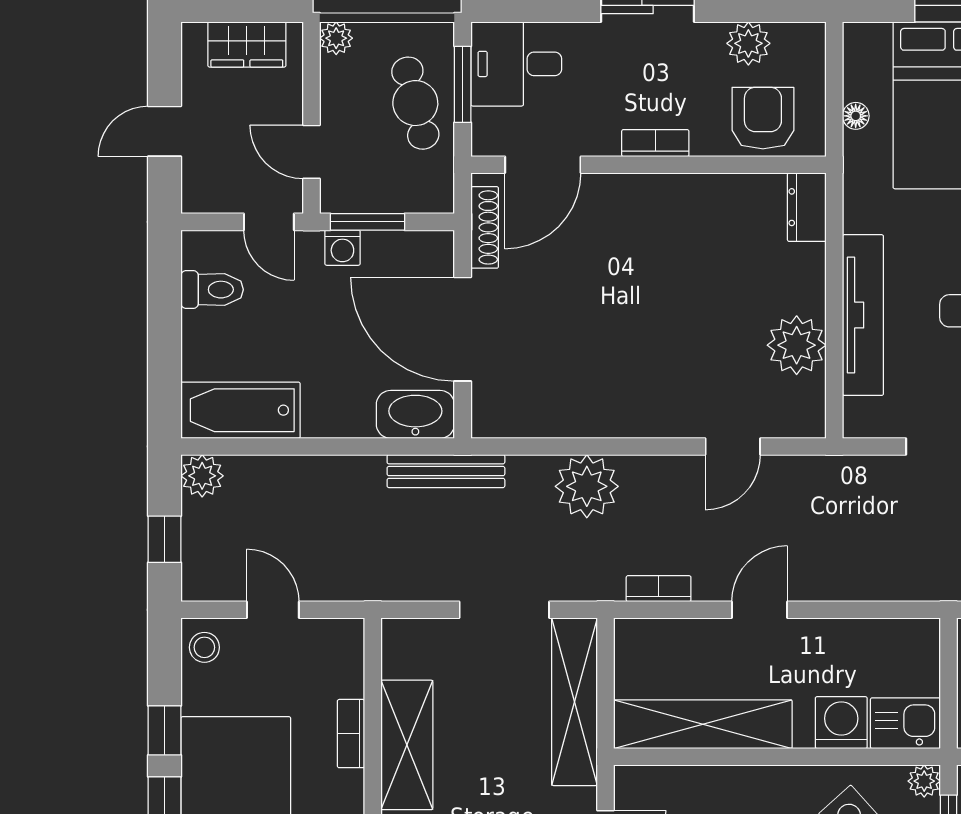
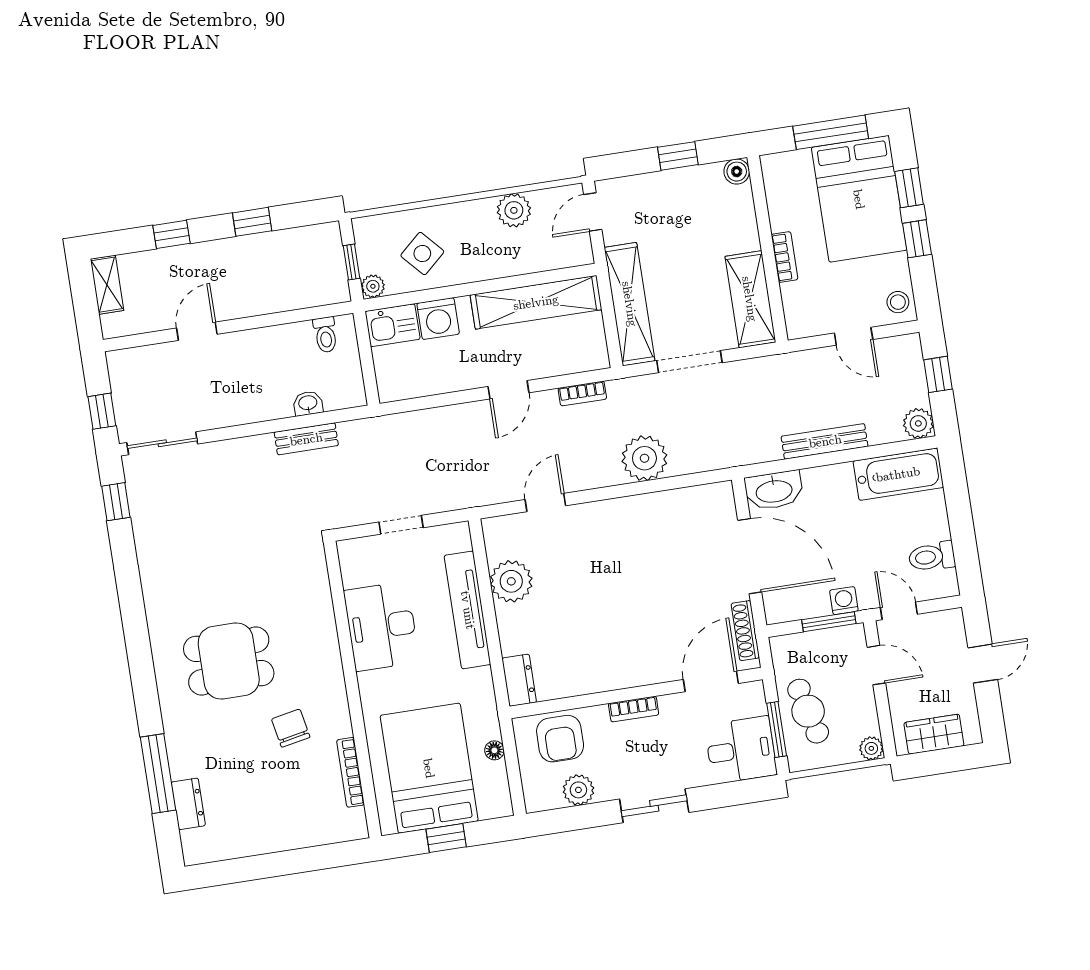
bench: (446, 471) -> (825, 441), moved
shelving: (407, 745) -> (750, 299), moved

